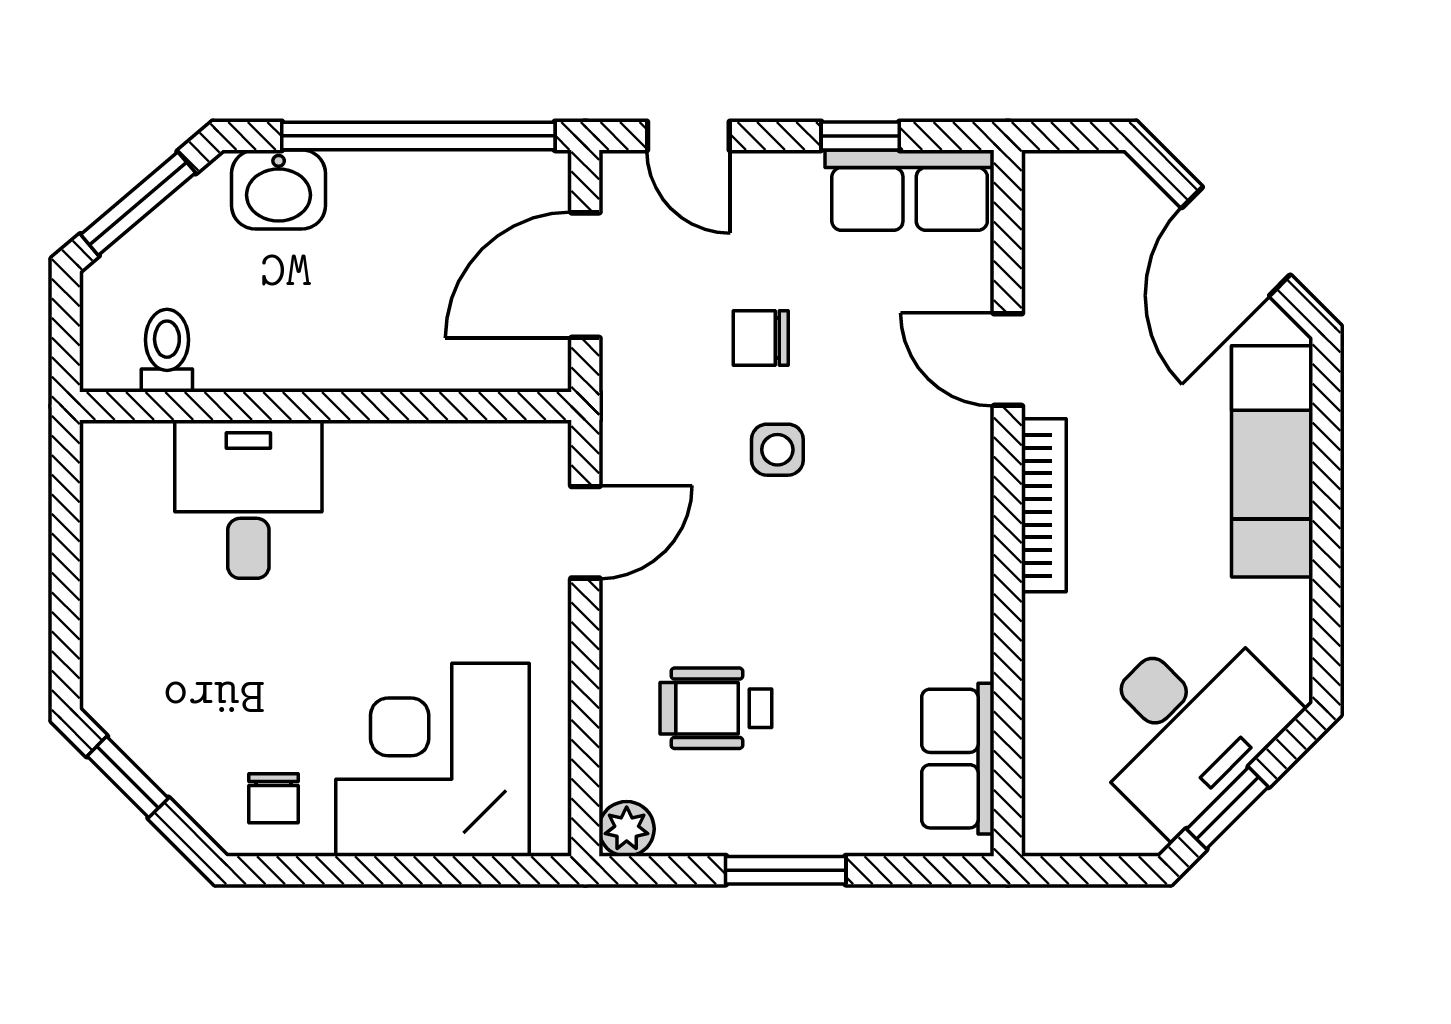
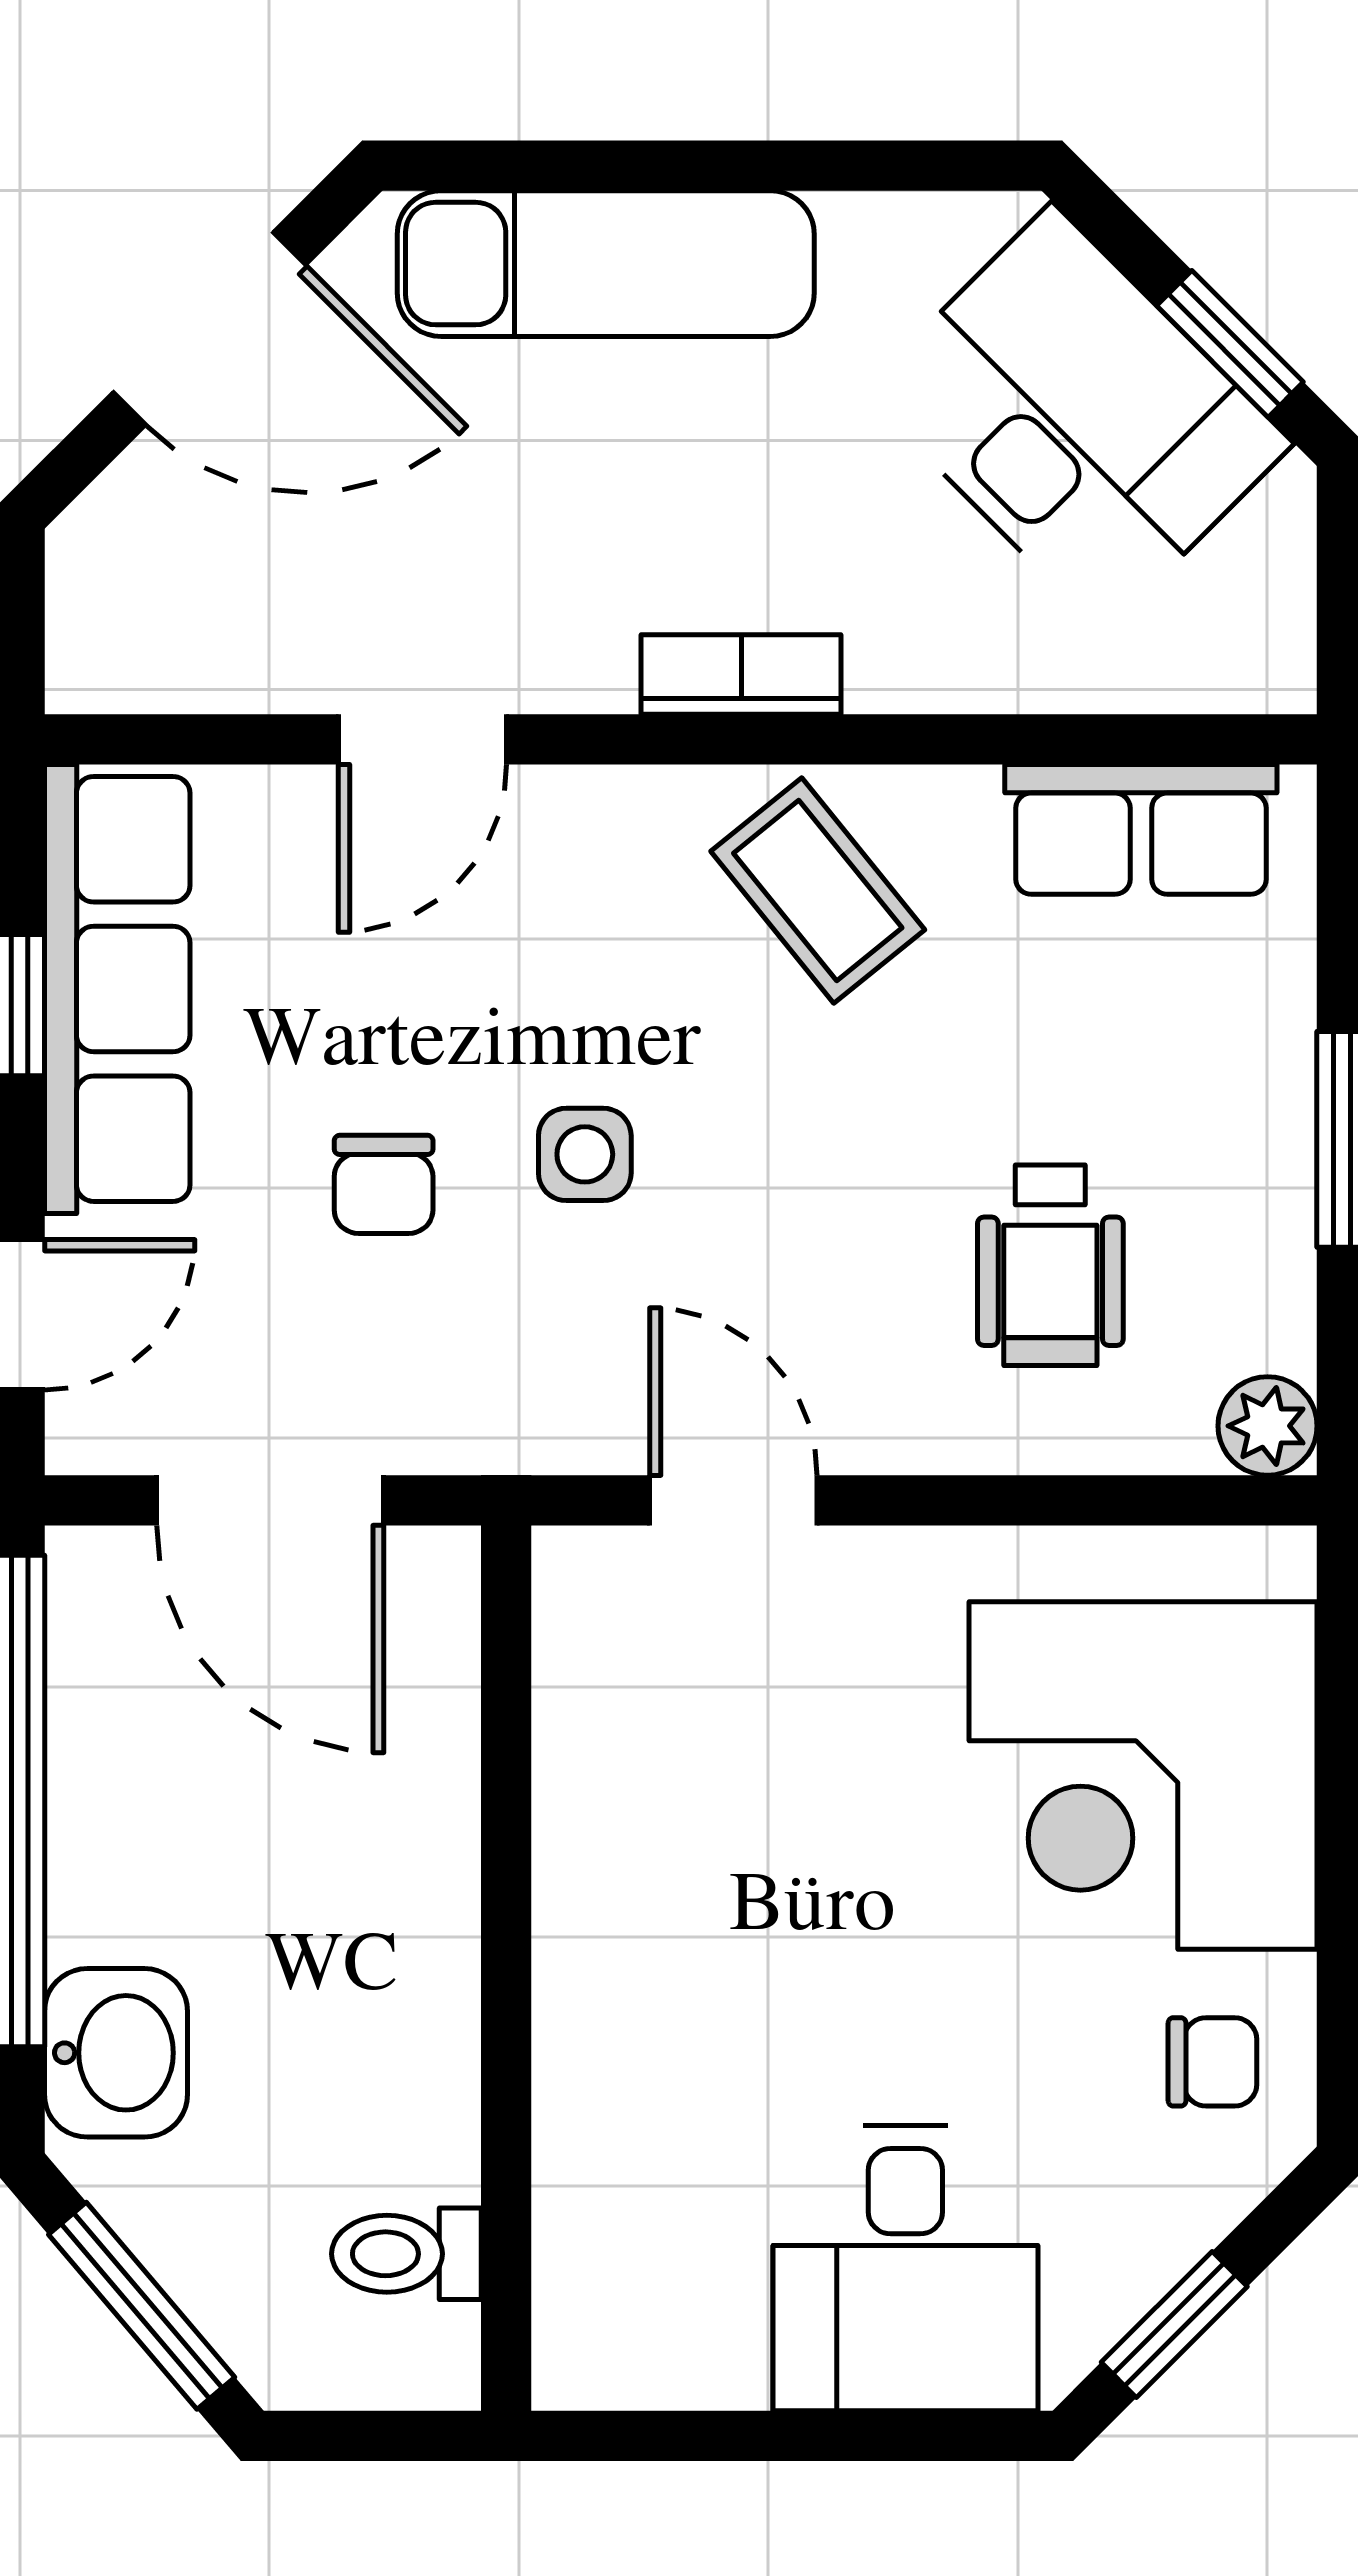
row of seats: (910, 190) -> (117, 989), width x1.48
desk: (248, 499) -> (905, 2268), moved, turned -90
bookcase: (1044, 505) -> (741, 675), width x0.64
coffee table: (924, 579) -> (818, 891), added

